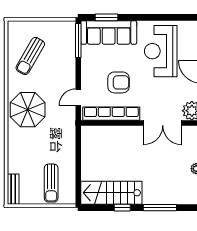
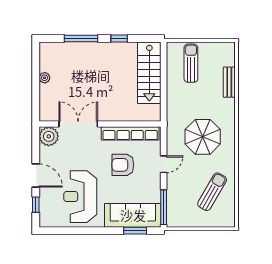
reception desk: (161, 51) -> (80, 197), turned 180
door: (78, 97) -> (164, 164), moved
parasol: (28, 110) -> (203, 137), moved
bench: (13, 189) -> (229, 82), moved
stairs: (111, 193) -> (149, 73), moved, turned 90

